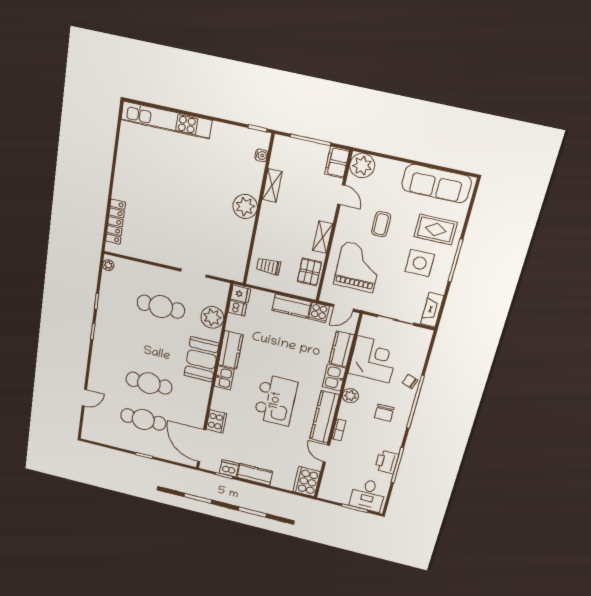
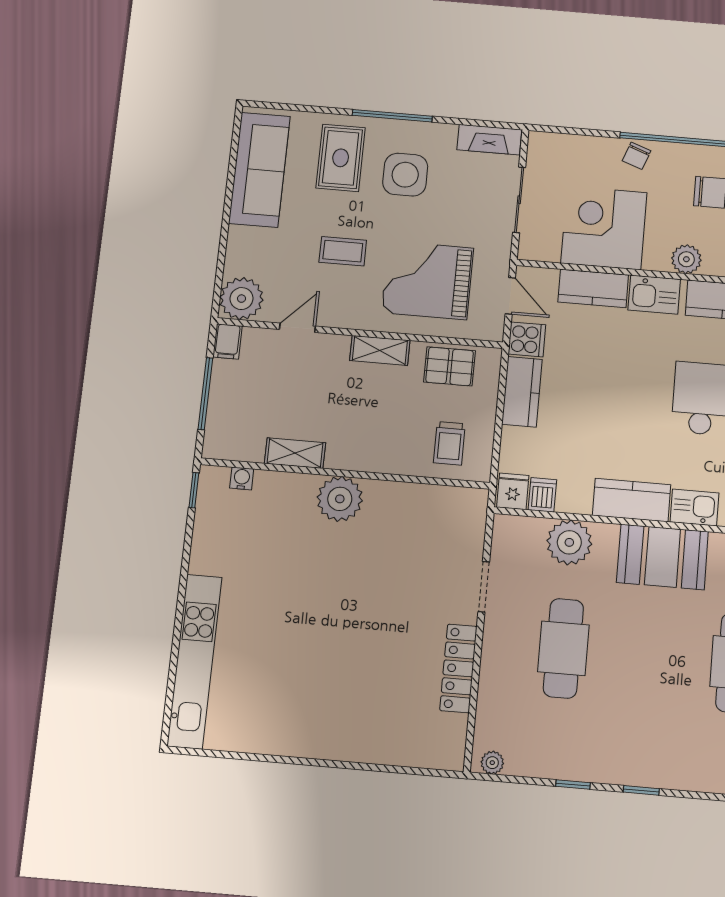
filing cabinet: (337, 162) -> (227, 342), width x0.50
locker: (116, 222) -> (458, 668), moved, turned -90

